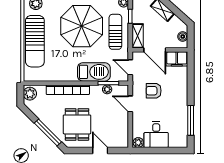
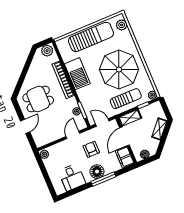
sun lounger: (35, 41) -> (91, 37), turned 180
door: (130, 67) -> (102, 123), hinge flipped
barbecue: (94, 72) -> (77, 74), moved
floor lamp: (180, 95) -> (97, 172), added
window: (191, 120) -> (103, 179), moved
window: (48, 133) -> (22, 78), removed
desk: (156, 135) -> (72, 177), moved, turned -90

